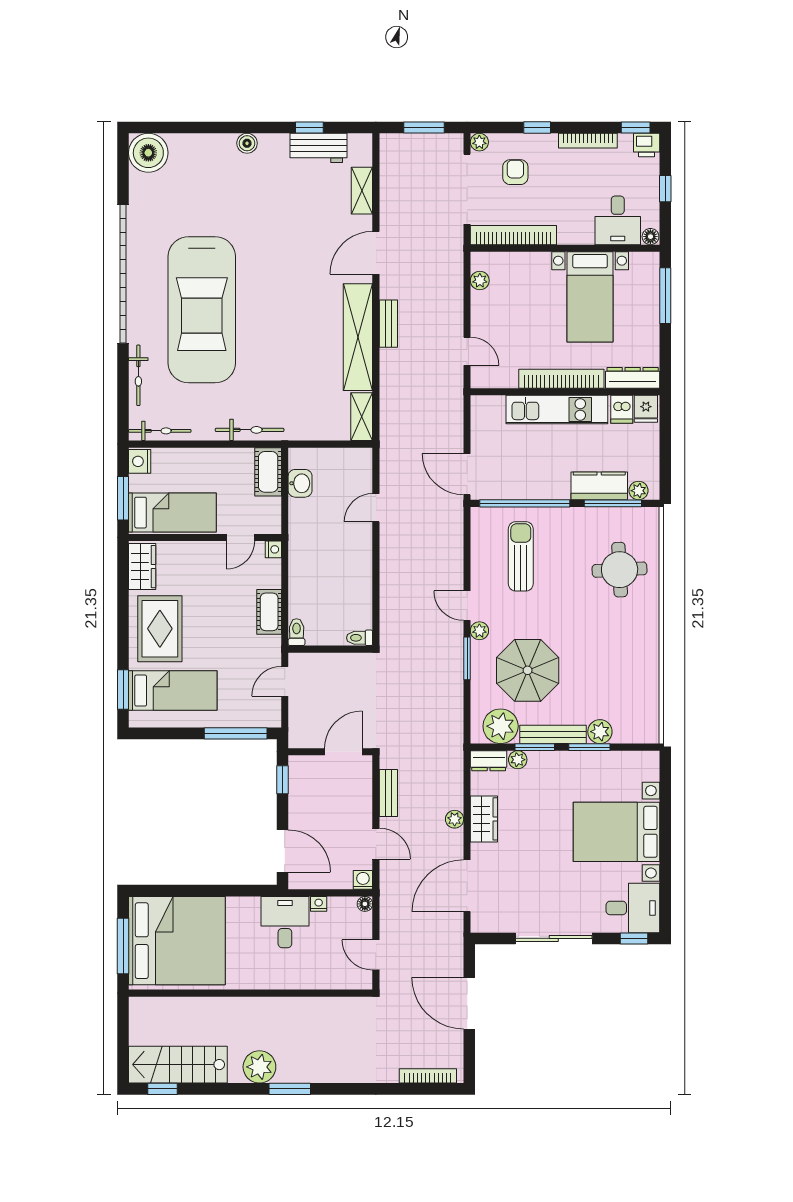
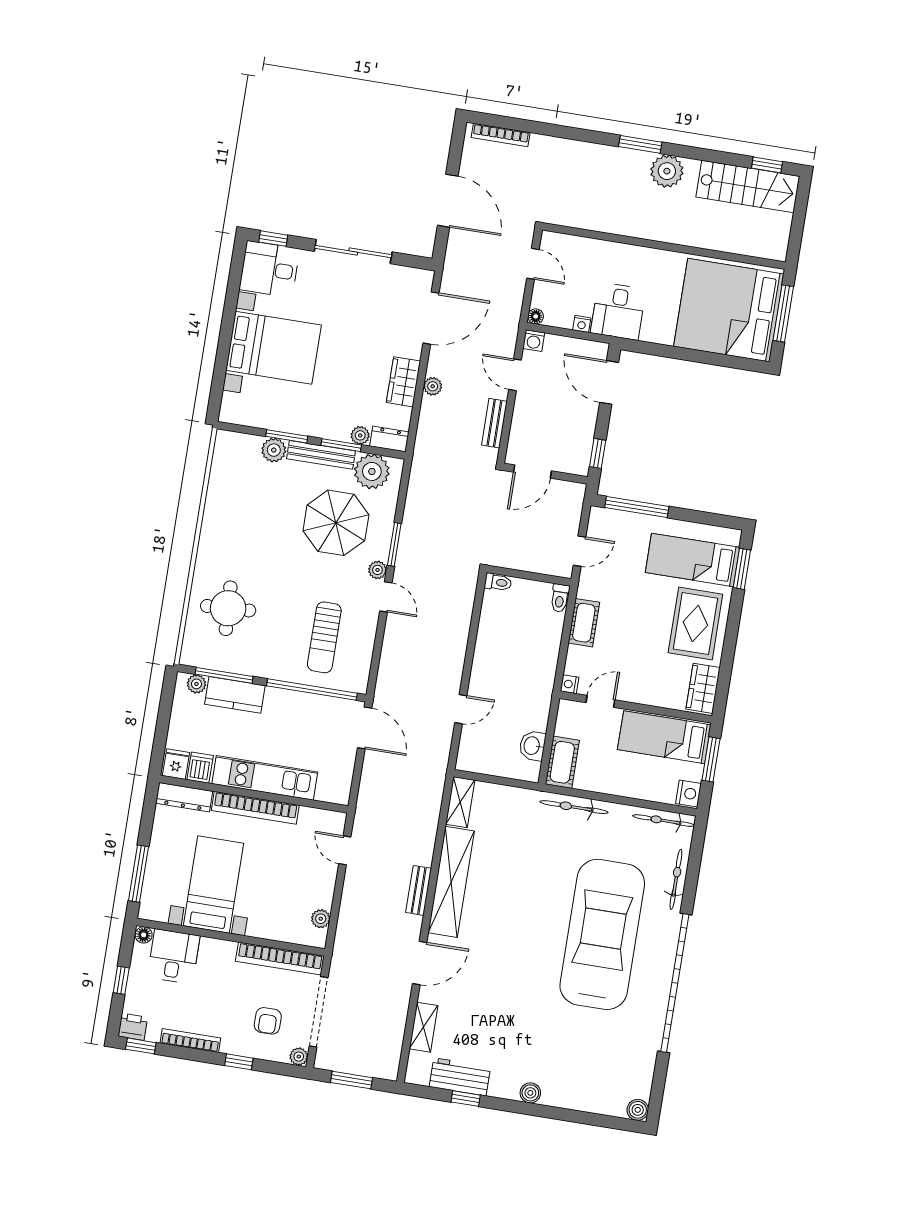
boiler: (148, 153) -> (638, 1110), width x0.54, depth x0.54

